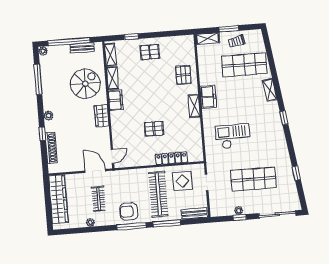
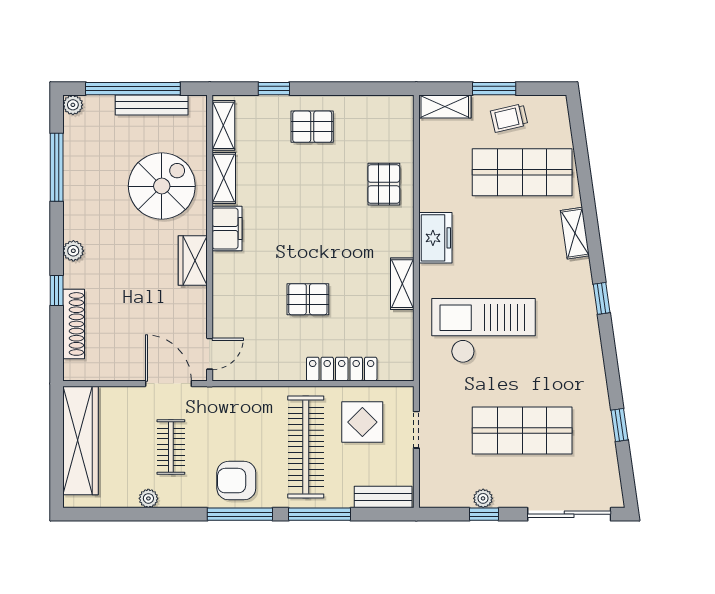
bench: (82, 48) -> (152, 105), width x1.36
shelving: (194, 106) -> (402, 284), moved
checkout: (233, 136) -> (484, 331), width x1.36, depth x1.21

